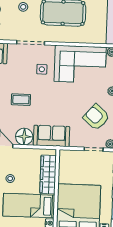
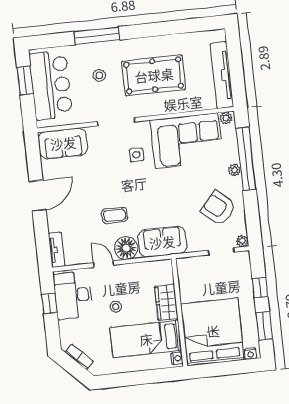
coffee table: (21, 100) -> (115, 215), moved
wardrobe: (48, 174) -> (166, 302), width x0.67

